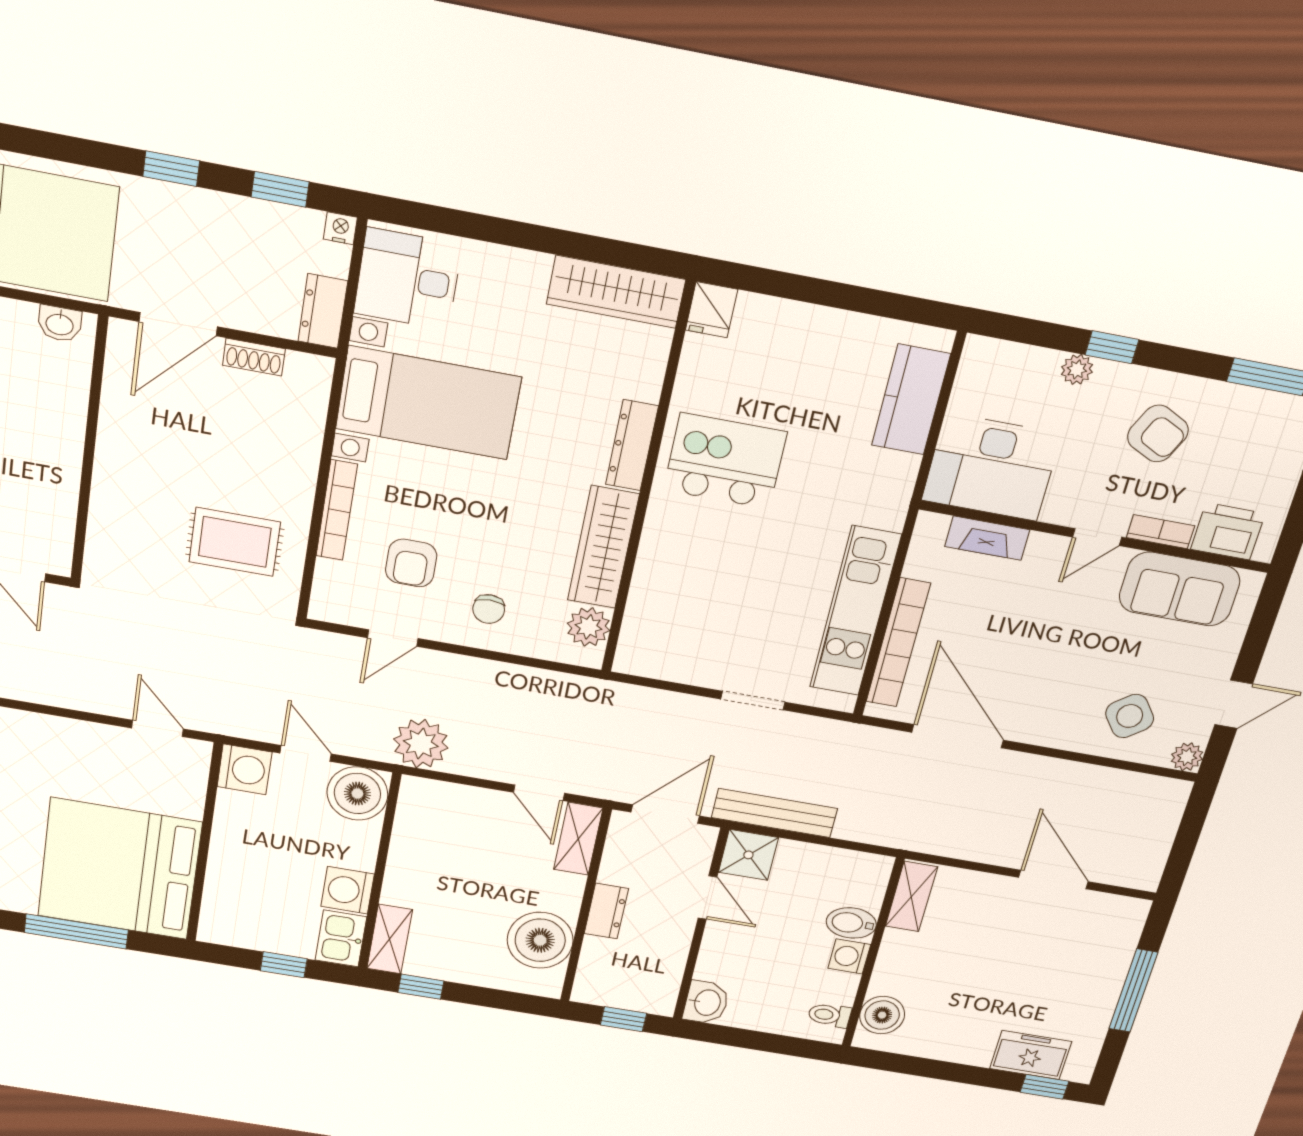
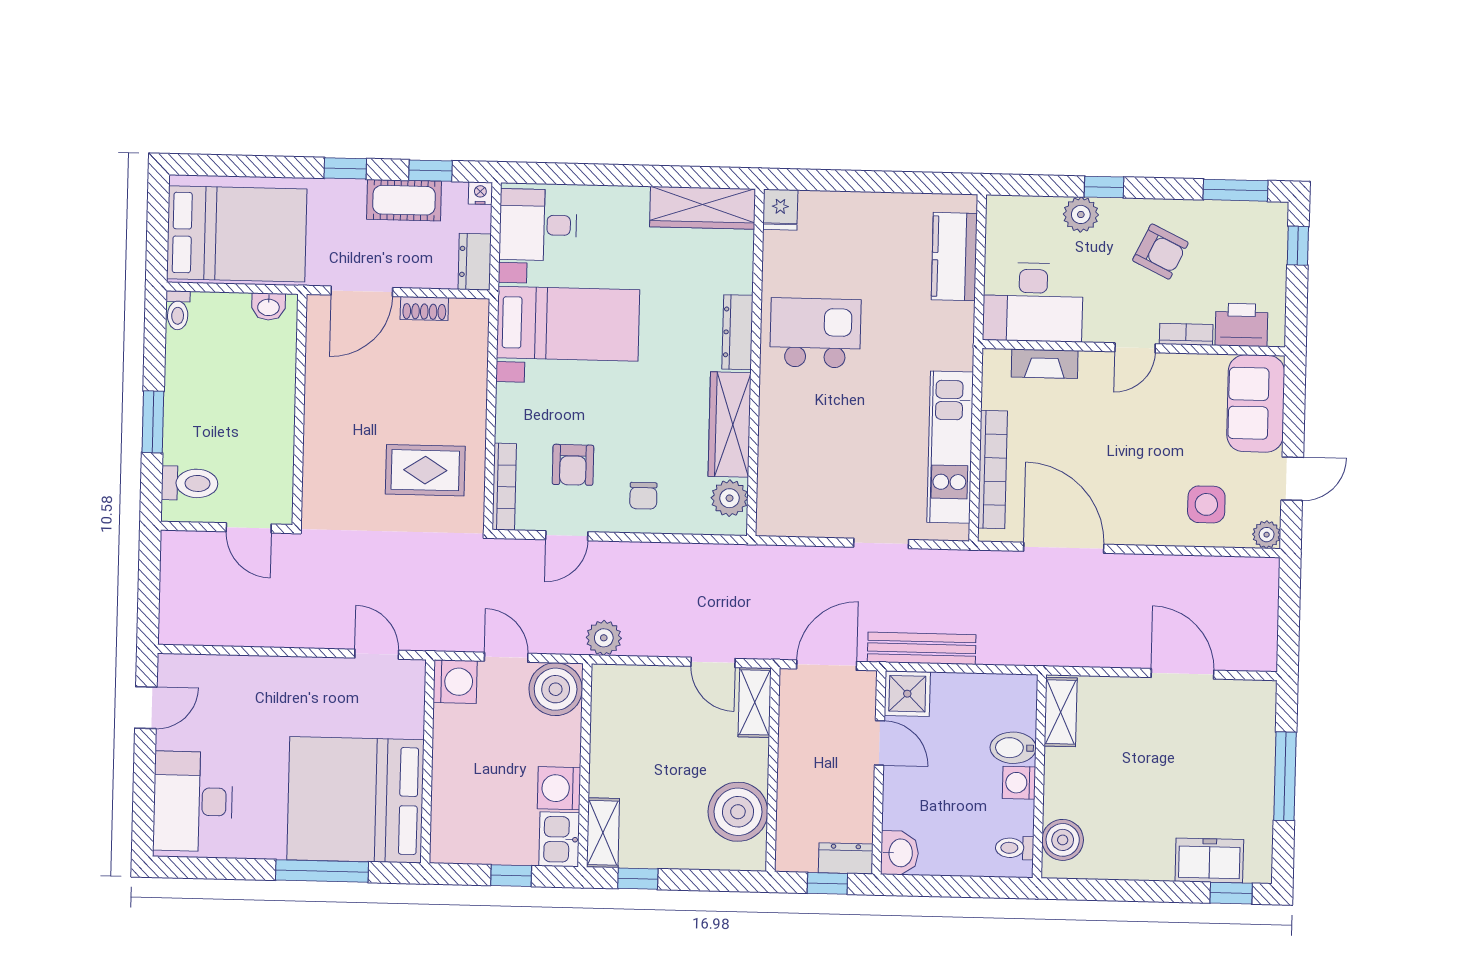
cot: (242, 221) -> (404, 200), added
plant: (1077, 369) -> (1081, 214), width x1.38, depth x1.38
bookcase: (337, 510) -> (504, 487), moved
sofa: (1180, 589) -> (1256, 403), moved, turned 90
side table: (1130, 716) -> (1206, 504), turned 37
plant: (421, 744) -> (604, 638), width x0.73, depth x0.73
dresser: (606, 911) -> (846, 858), moved, turned -90

